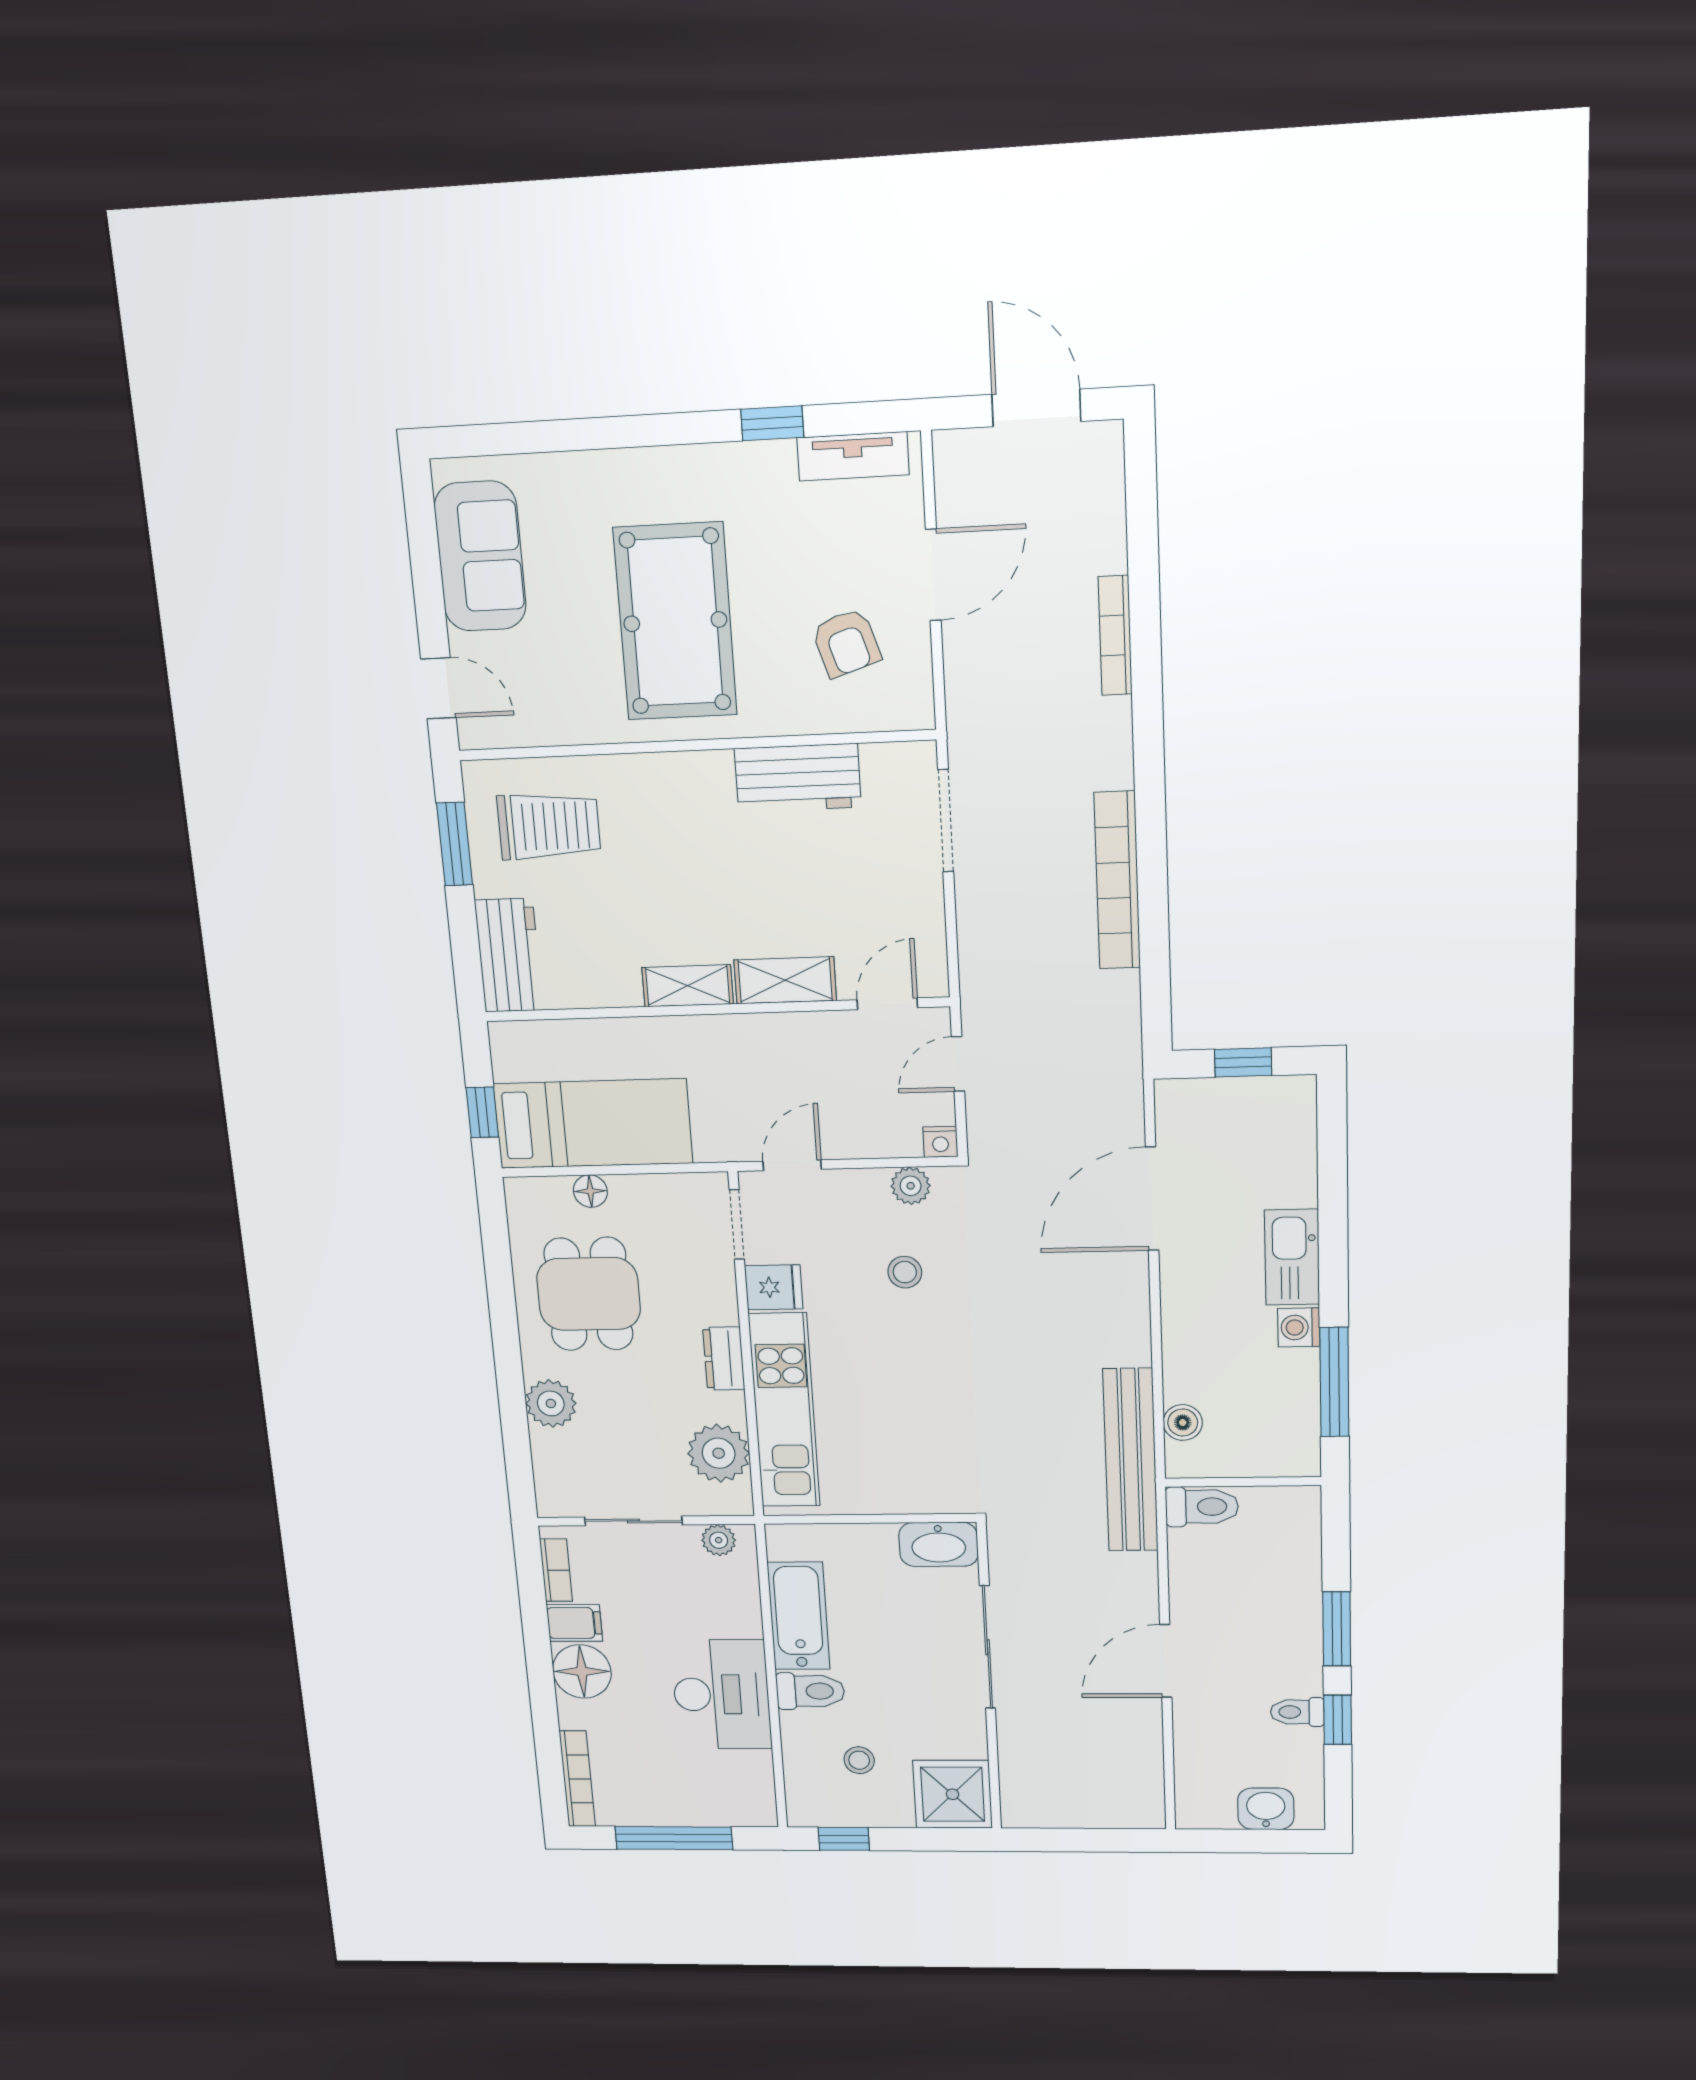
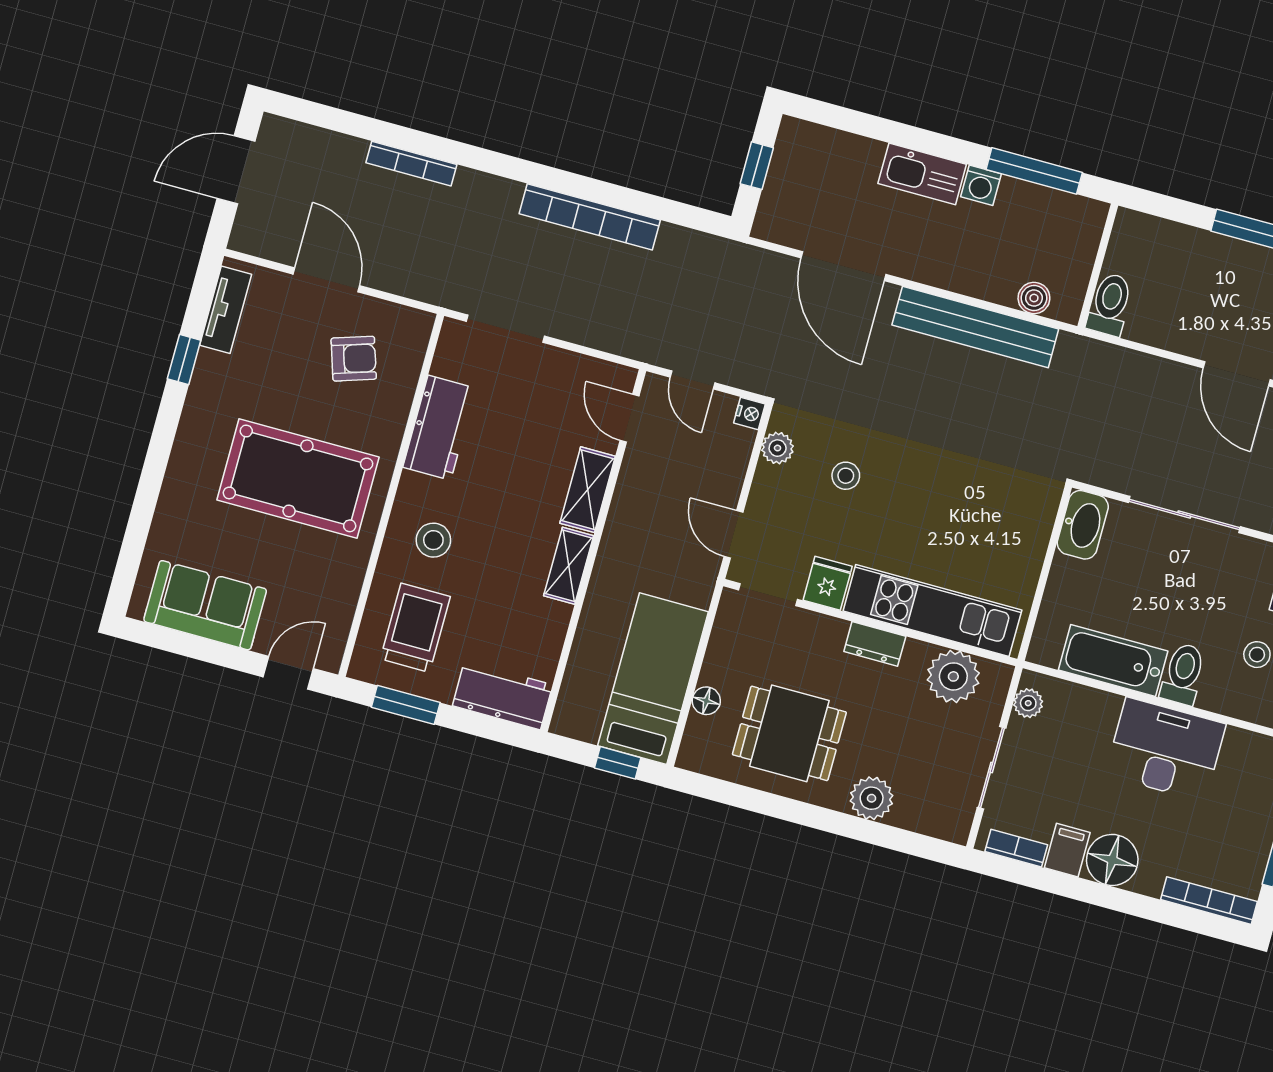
stool: (660, 814) -> (433, 540), added
bench: (1131, 1460) -> (975, 327), moved

